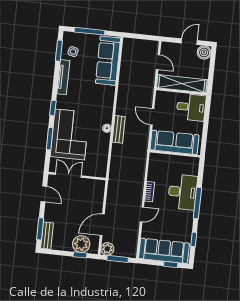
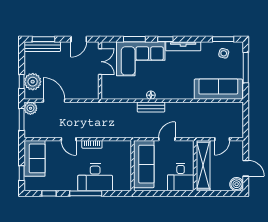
tv unit: (63, 77) -> (183, 46), moved
bench: (47, 236) -> (42, 47), width x1.36
sofa: (164, 251) -> (35, 158), width x0.73

